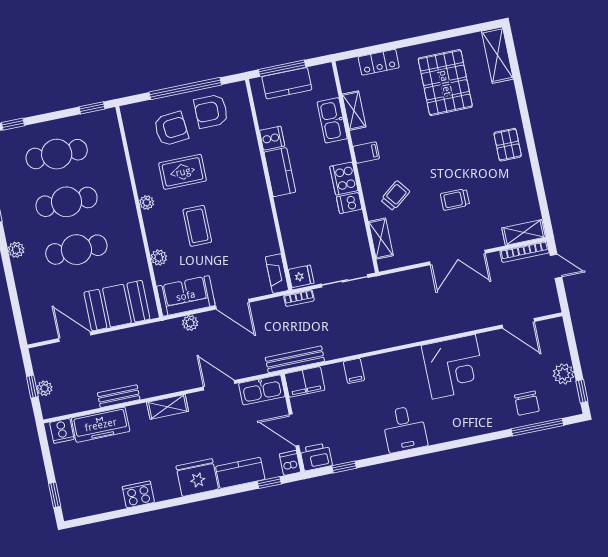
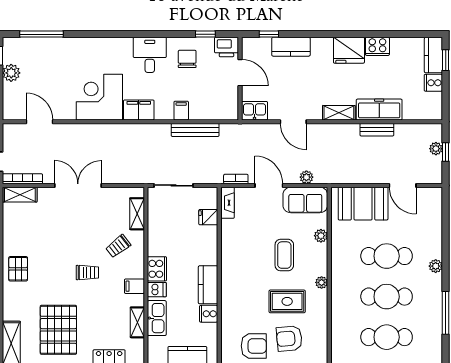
trolley: (455, 199) -> (87, 273), moved
dishwasher: (349, 203) -> (157, 290), moved
fridge: (301, 276) -> (208, 217), moved
bookcase: (299, 298) -> (236, 179), moved
bench: (295, 359) -> (195, 130), moved
filing cabinet: (305, 382) -> (139, 110), moved
kitchen sink: (262, 390) -> (255, 111), width x0.73
chair: (527, 403) -> (187, 59), moved
freezer: (101, 425) -> (379, 110), moved
cooker: (62, 431) -> (433, 83), moved, turned -90
dishwasher: (290, 463) -> (249, 46), removed
fridge: (197, 478) -> (349, 50), moved
kitchen counter: (70, 498) -> (433, 55), added

